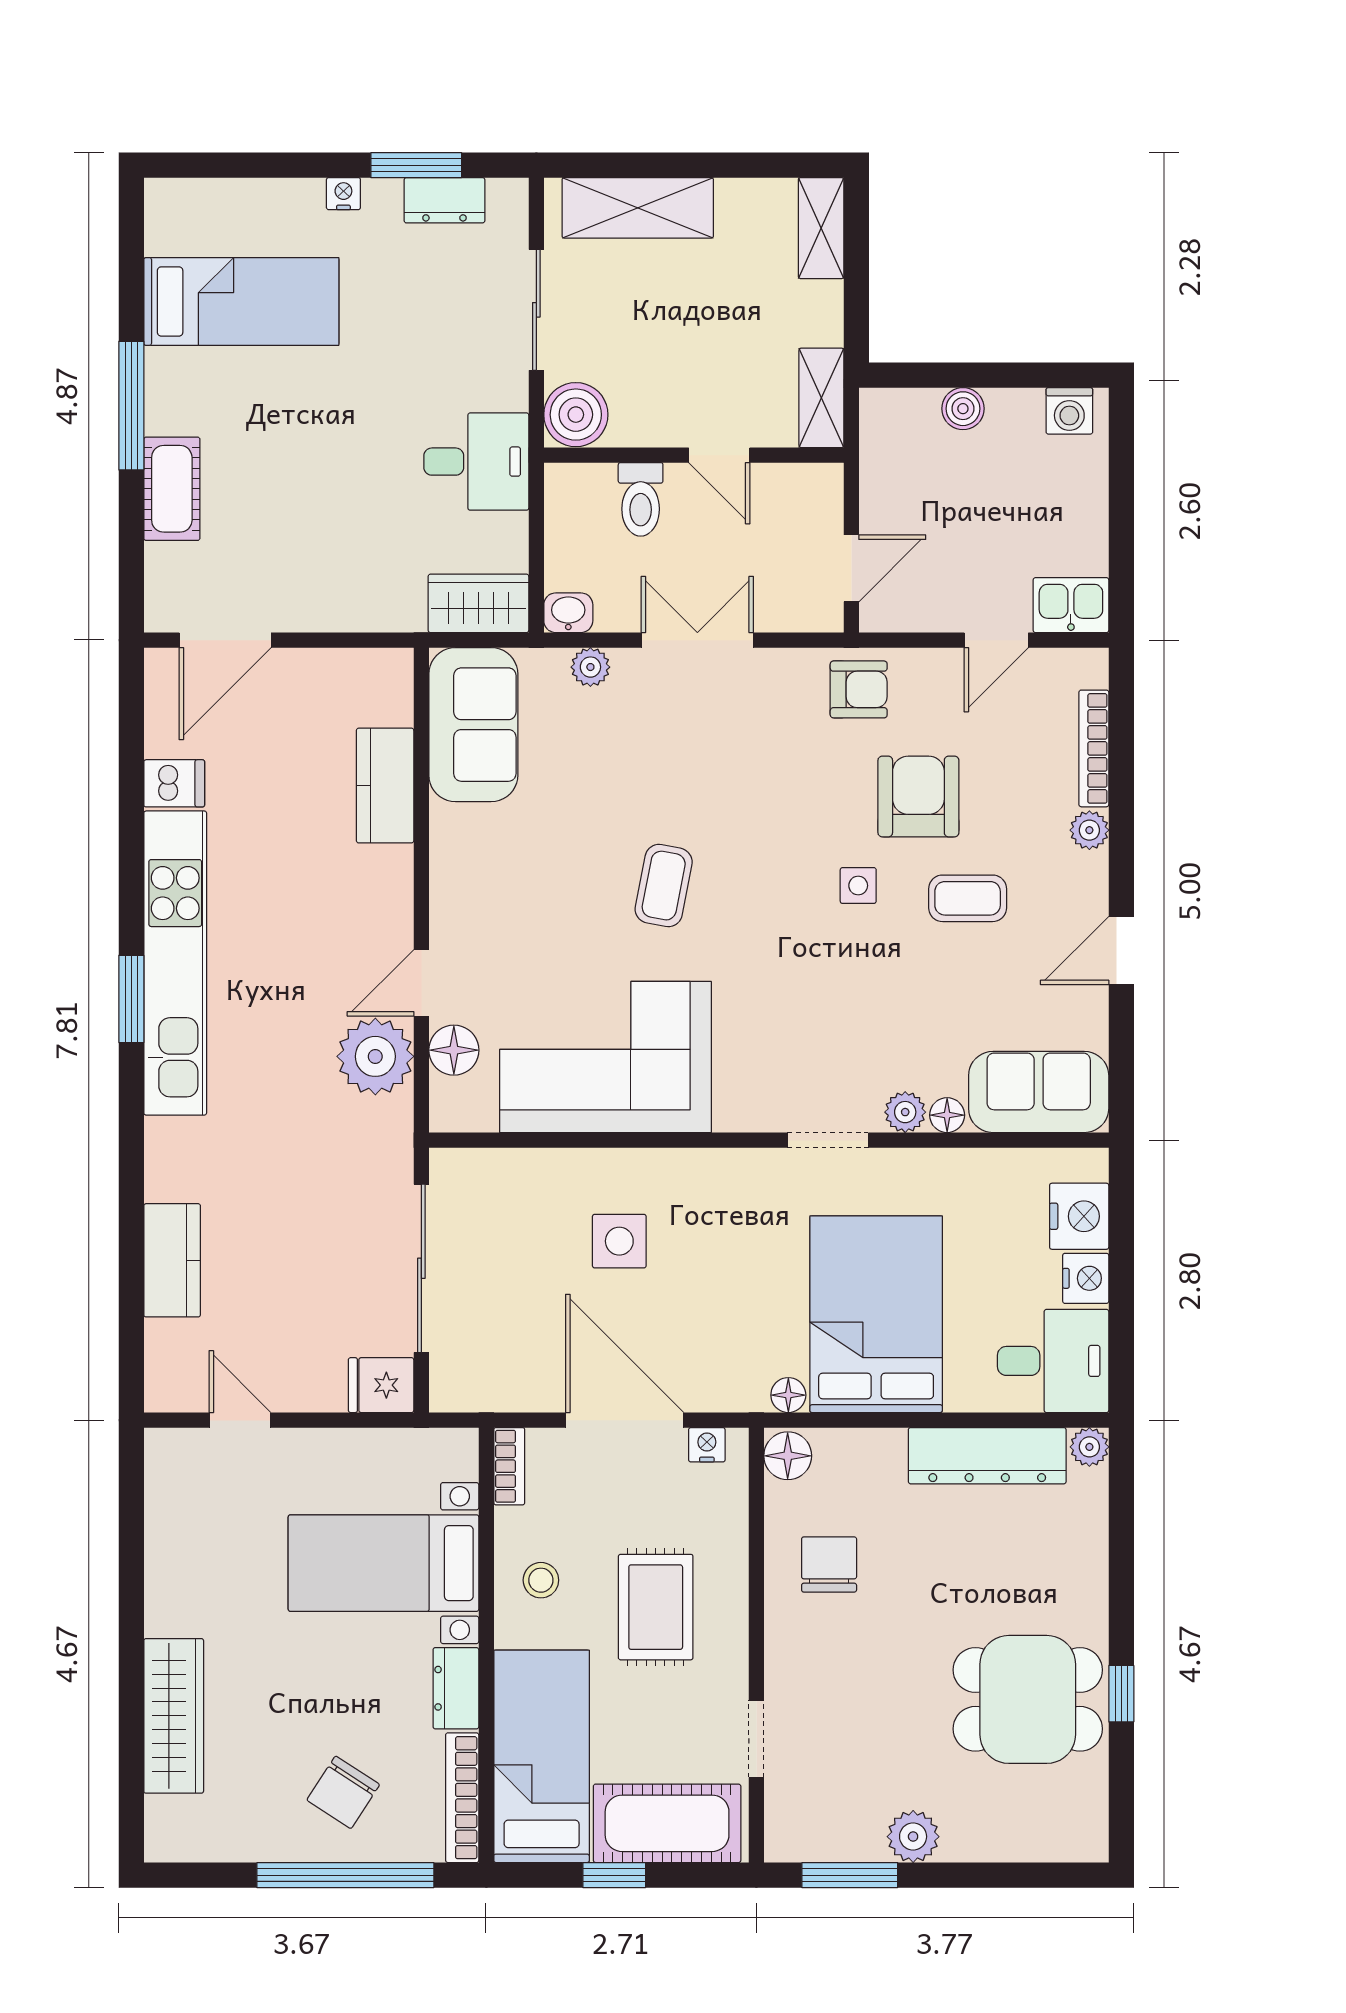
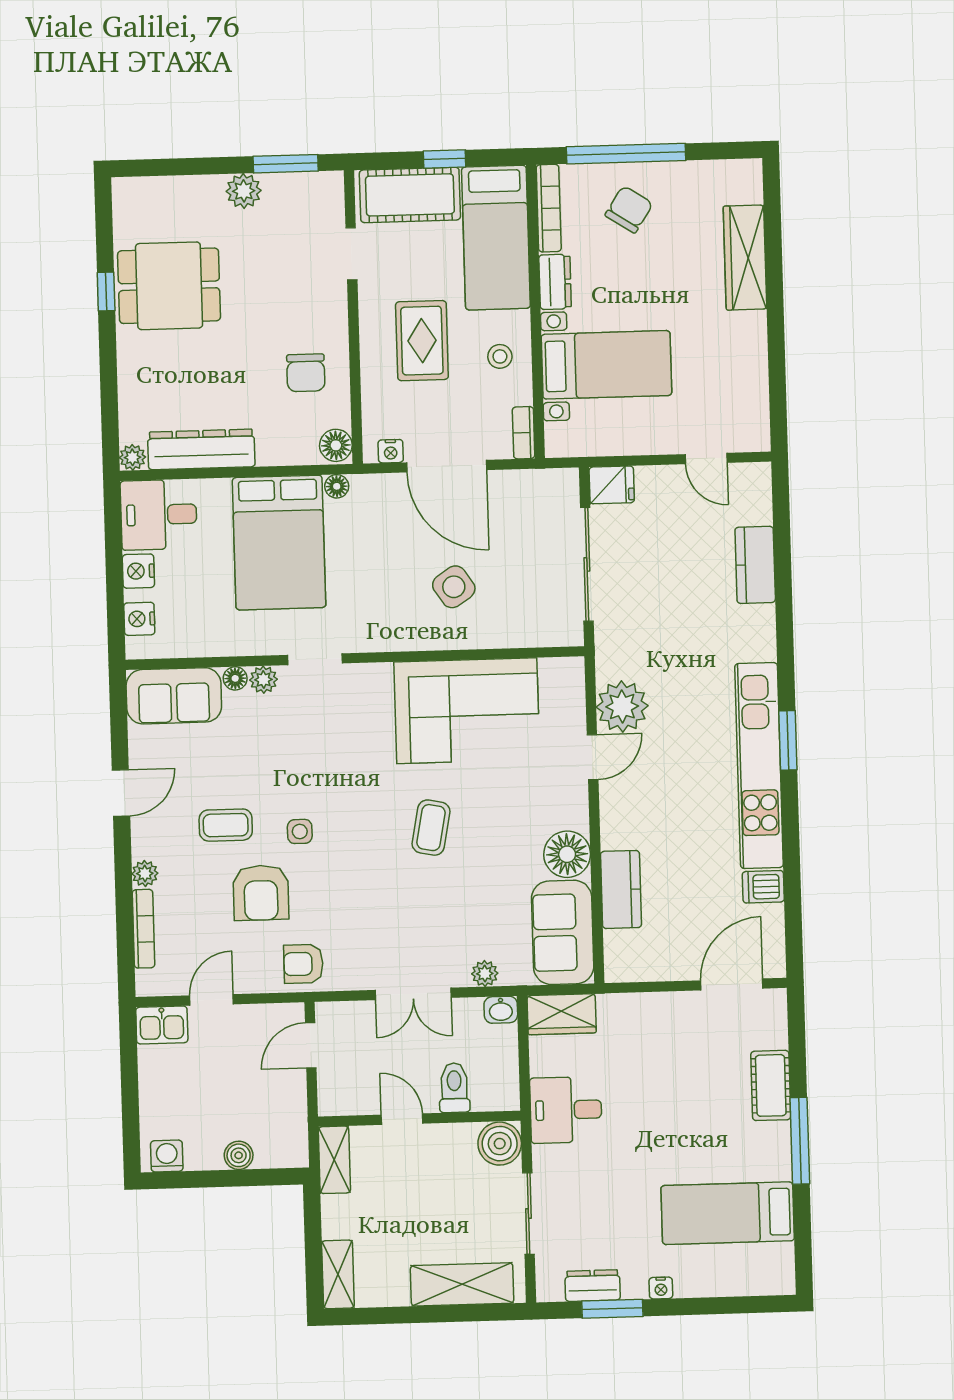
floor lamp: (454, 1050) -> (567, 854), moved, width x1.38, depth x1.38
nightstand: (1079, 1216) -> (139, 619), width x0.74, depth x0.75
side table: (619, 1241) -> (454, 587), turned -34

